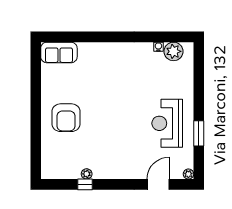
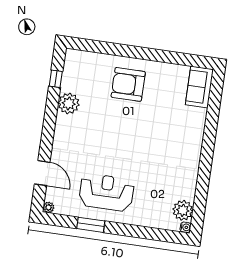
water cooler: (158, 47) -> (186, 227), moved
plant: (87, 174) -> (69, 103), width x1.88, depth x1.88
window: (85, 184) -> (56, 79), moved

